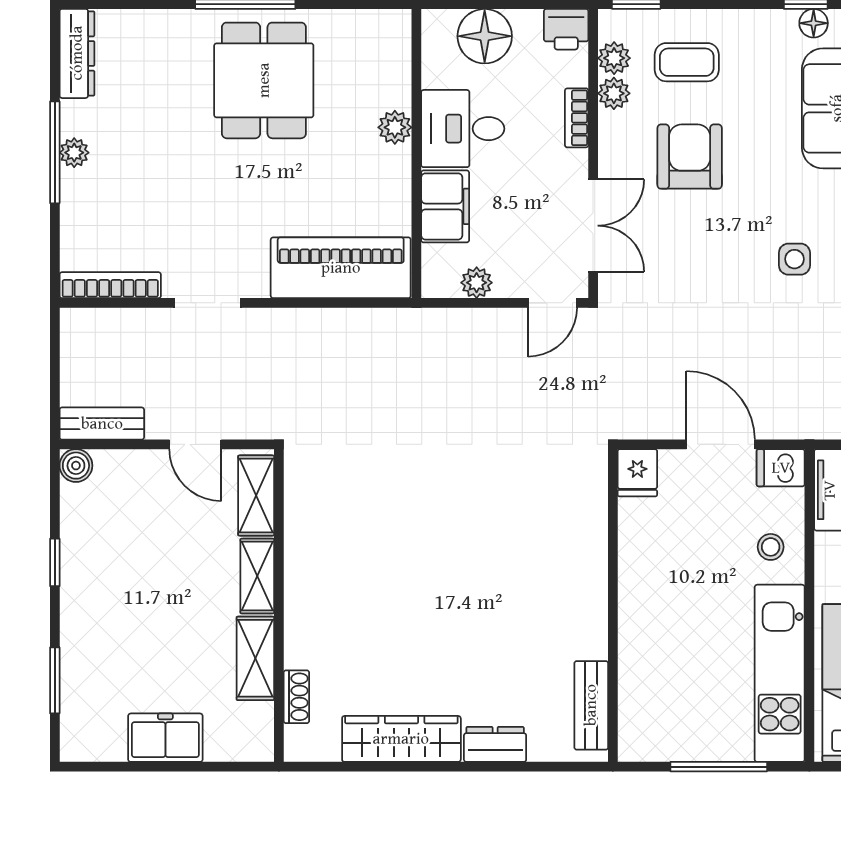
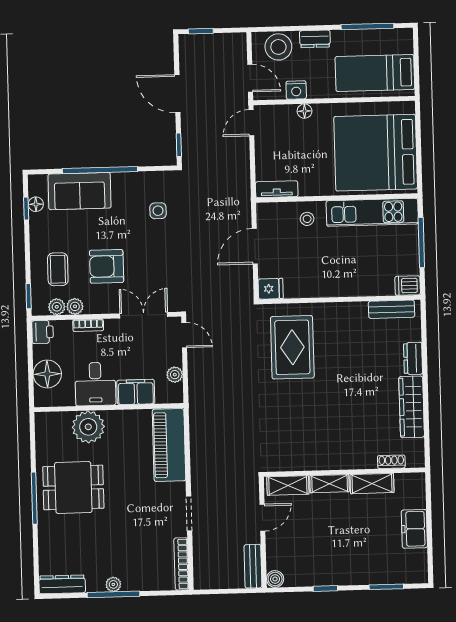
plant: (395, 127) -> (88, 427), width x1.87, depth x1.87
dishwasher: (781, 468) -> (408, 286), moved, turned 90
rug: (523, 512) -> (292, 347), added

